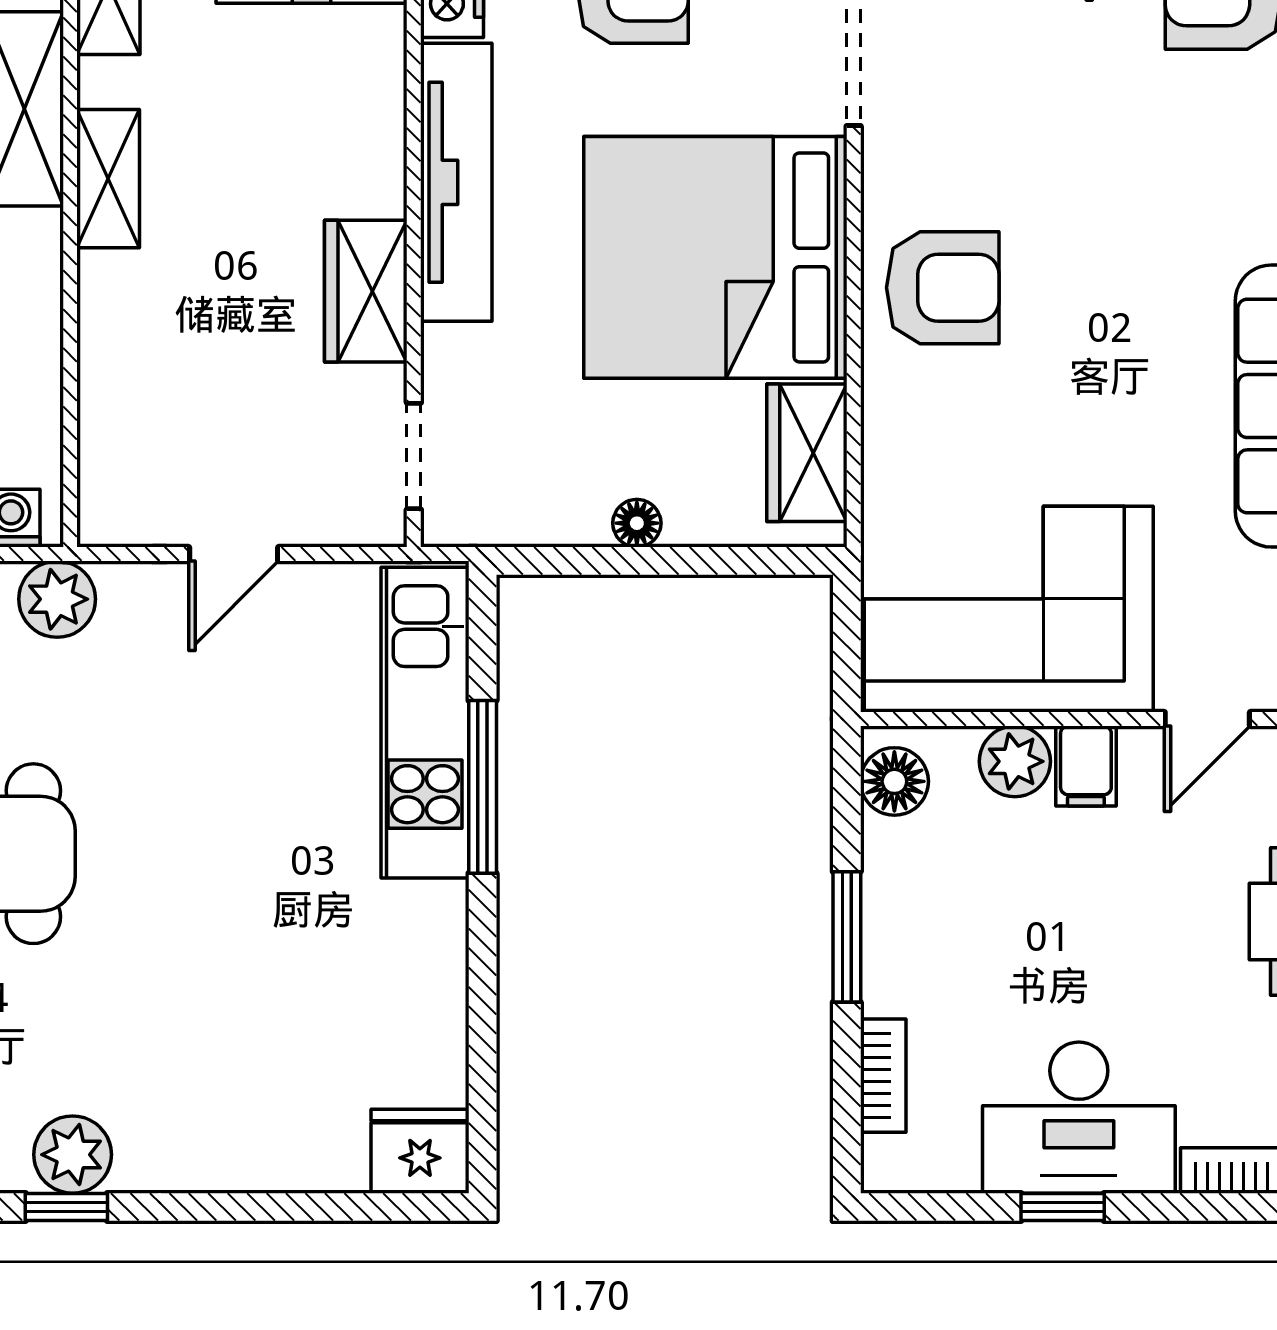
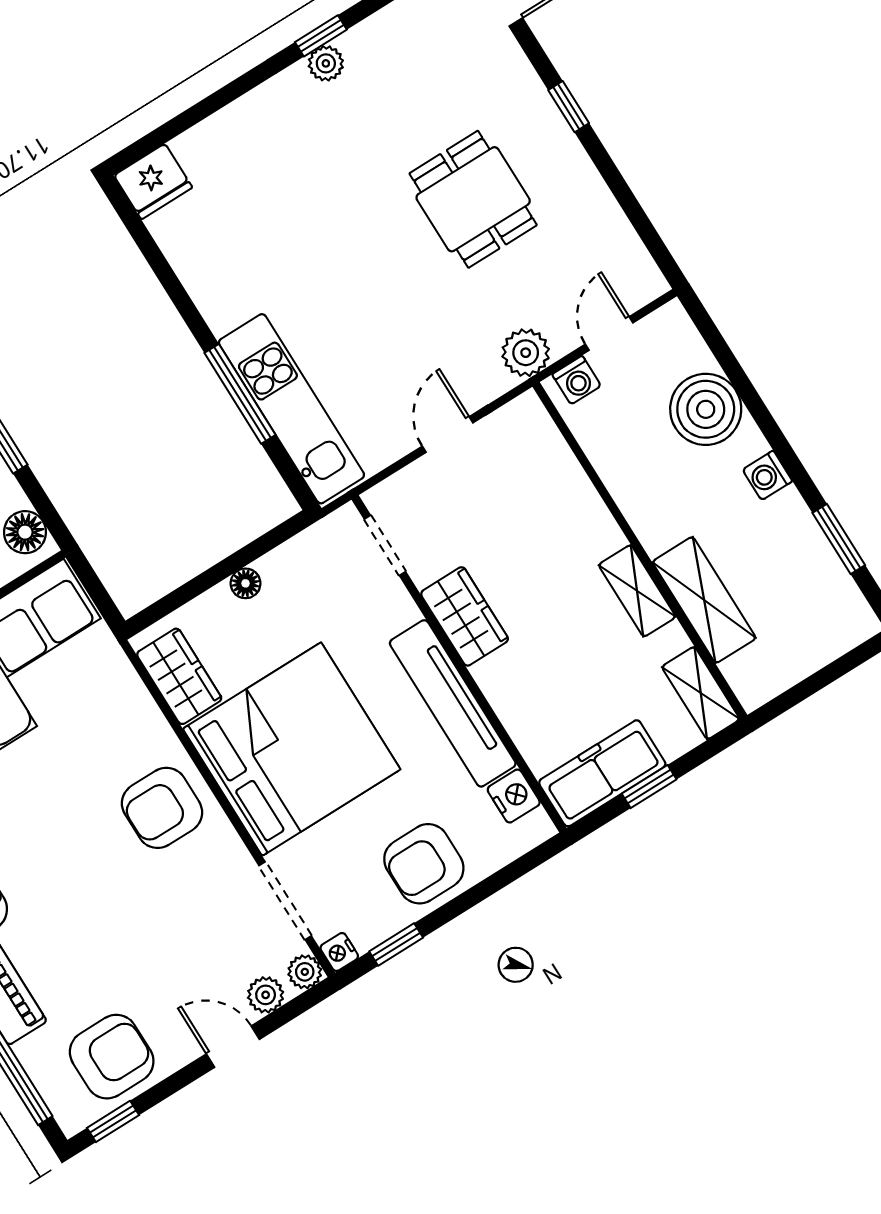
plant: (73, 1155) -> (326, 63), width x0.73, depth x0.73

